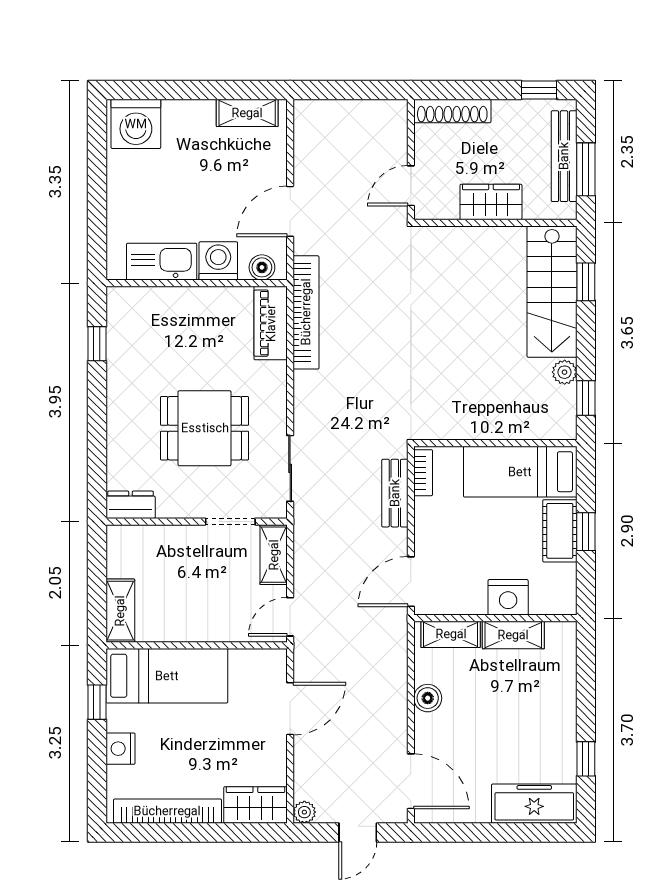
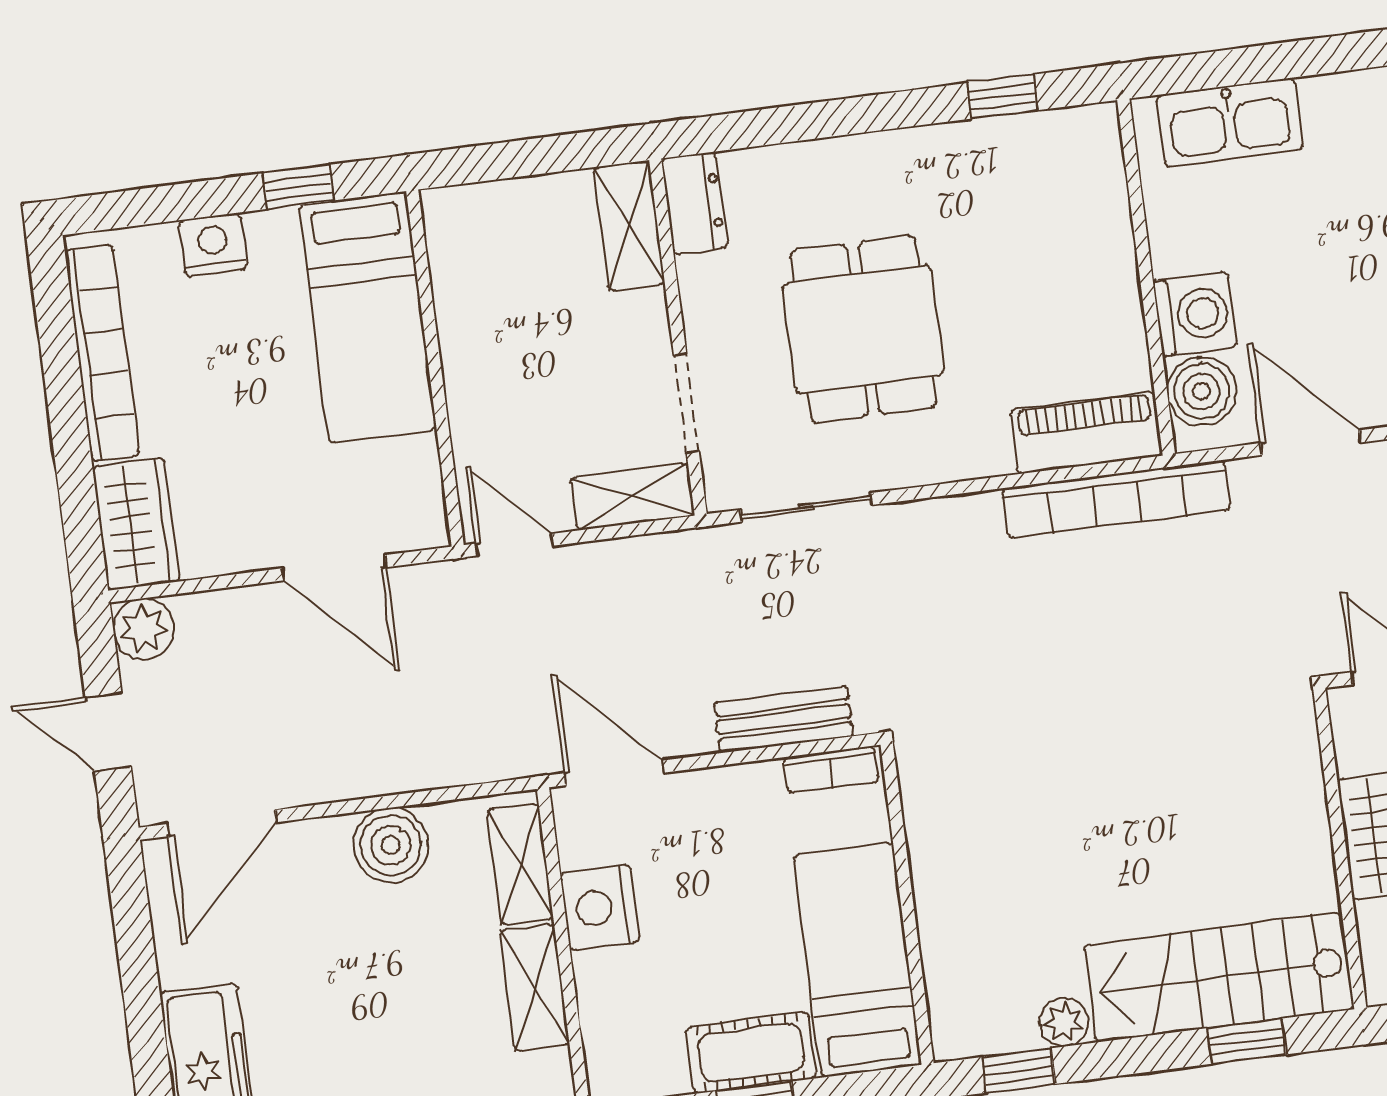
kitchen sink: (162, 262) -> (1230, 123), moved, turned 90
boiler: (262, 267) -> (1201, 391), width x1.36, depth x1.36
nightstand: (508, 597) -> (600, 907), moved
shelving: (120, 611) -> (629, 226), moved, turned 90
boiler: (428, 698) -> (391, 845), width x1.36, depth x1.36
plant: (304, 812) -> (144, 629), width x1.38, depth x1.38

